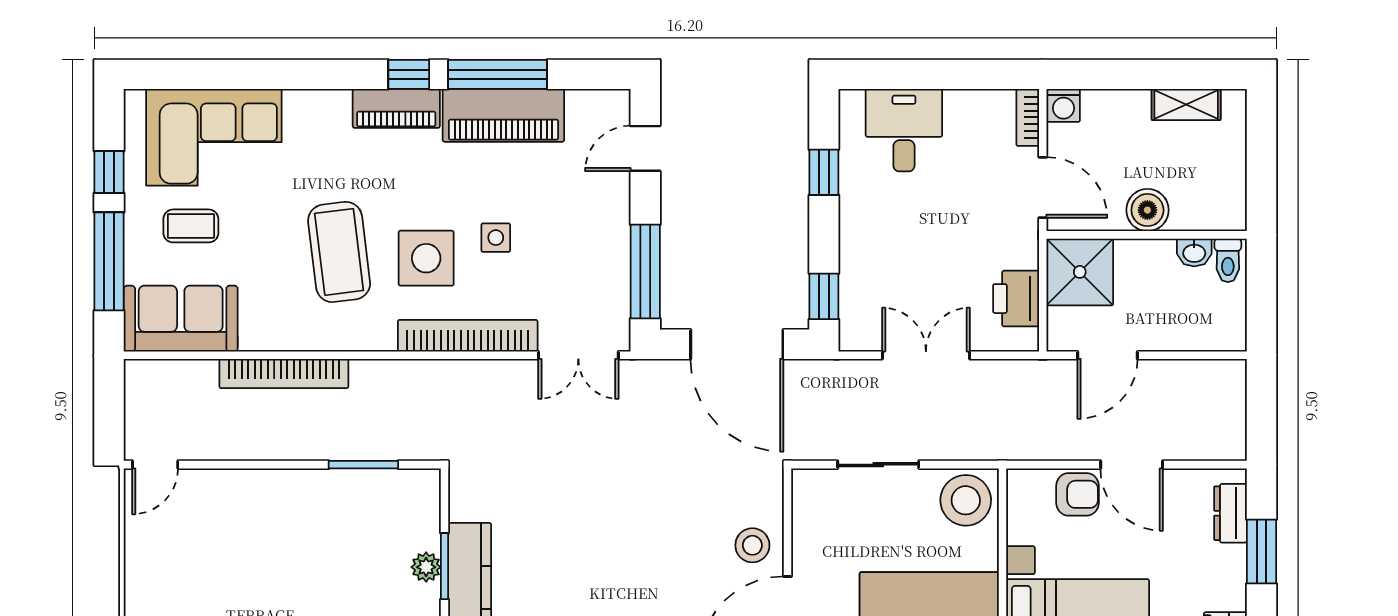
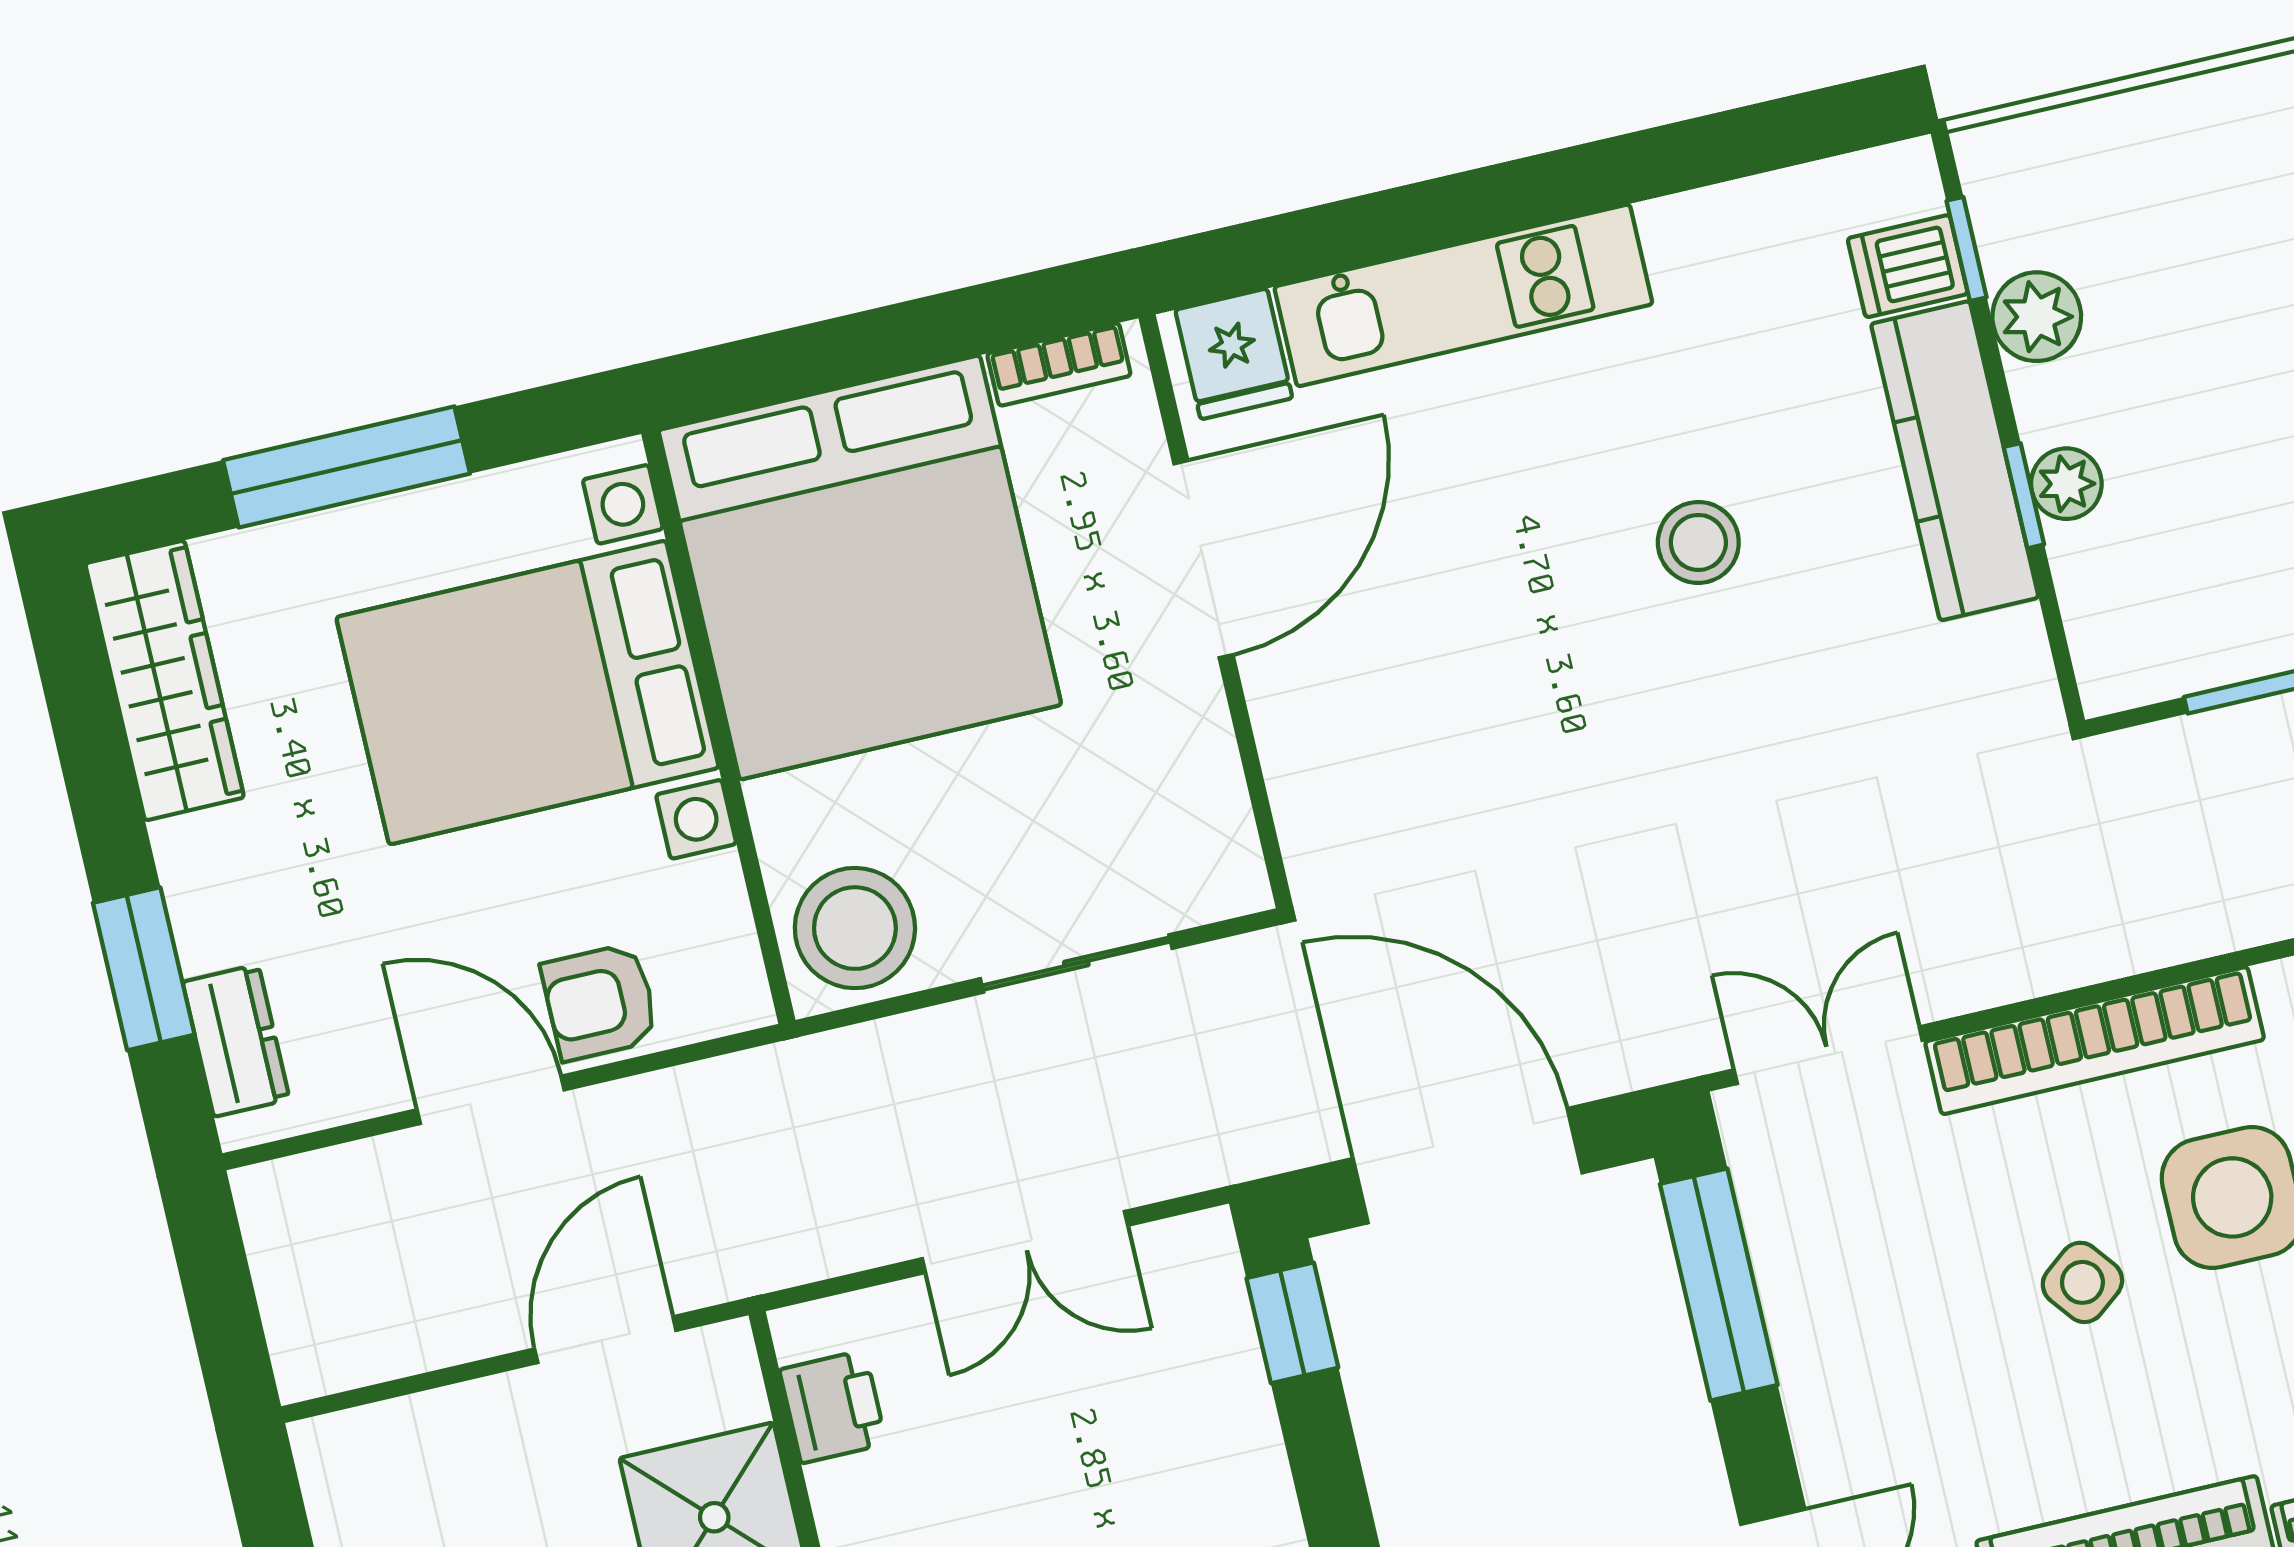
side table: (496, 238) -> (2082, 1282), turned -38
printer: (1016, 299) -> (833, 1407), width x0.73, depth x0.81
stool: (752, 545) -> (1698, 542), moved
window: (445, 566) -> (2024, 496), width x0.67

